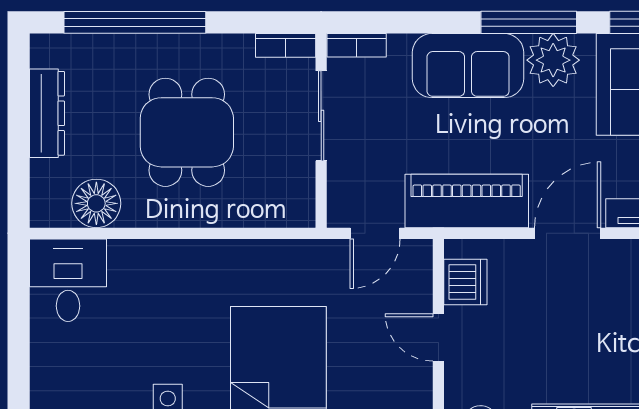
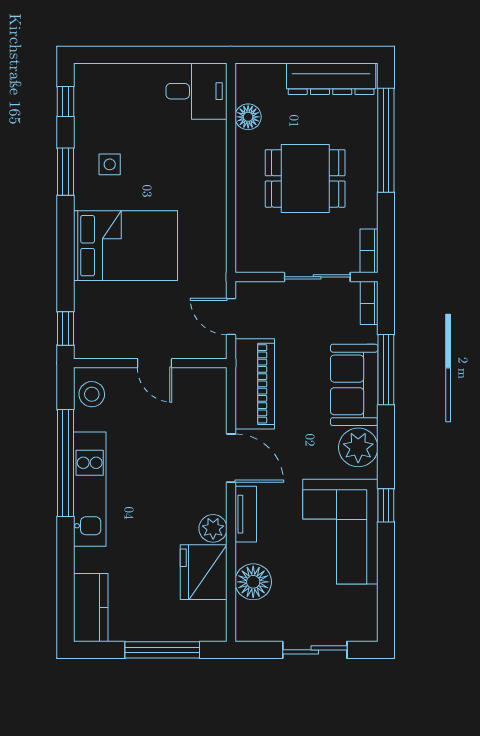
window: (529, 22) -> (386, 370), moved
dresser: (47, 113) -> (331, 79), width x1.37, depth x1.24
floor lamp: (96, 203) -> (248, 117), width x0.73, depth x0.73
dishwasher: (465, 282) -> (195, 383), removed
door: (438, 337) -> (155, 363), swing flipped

